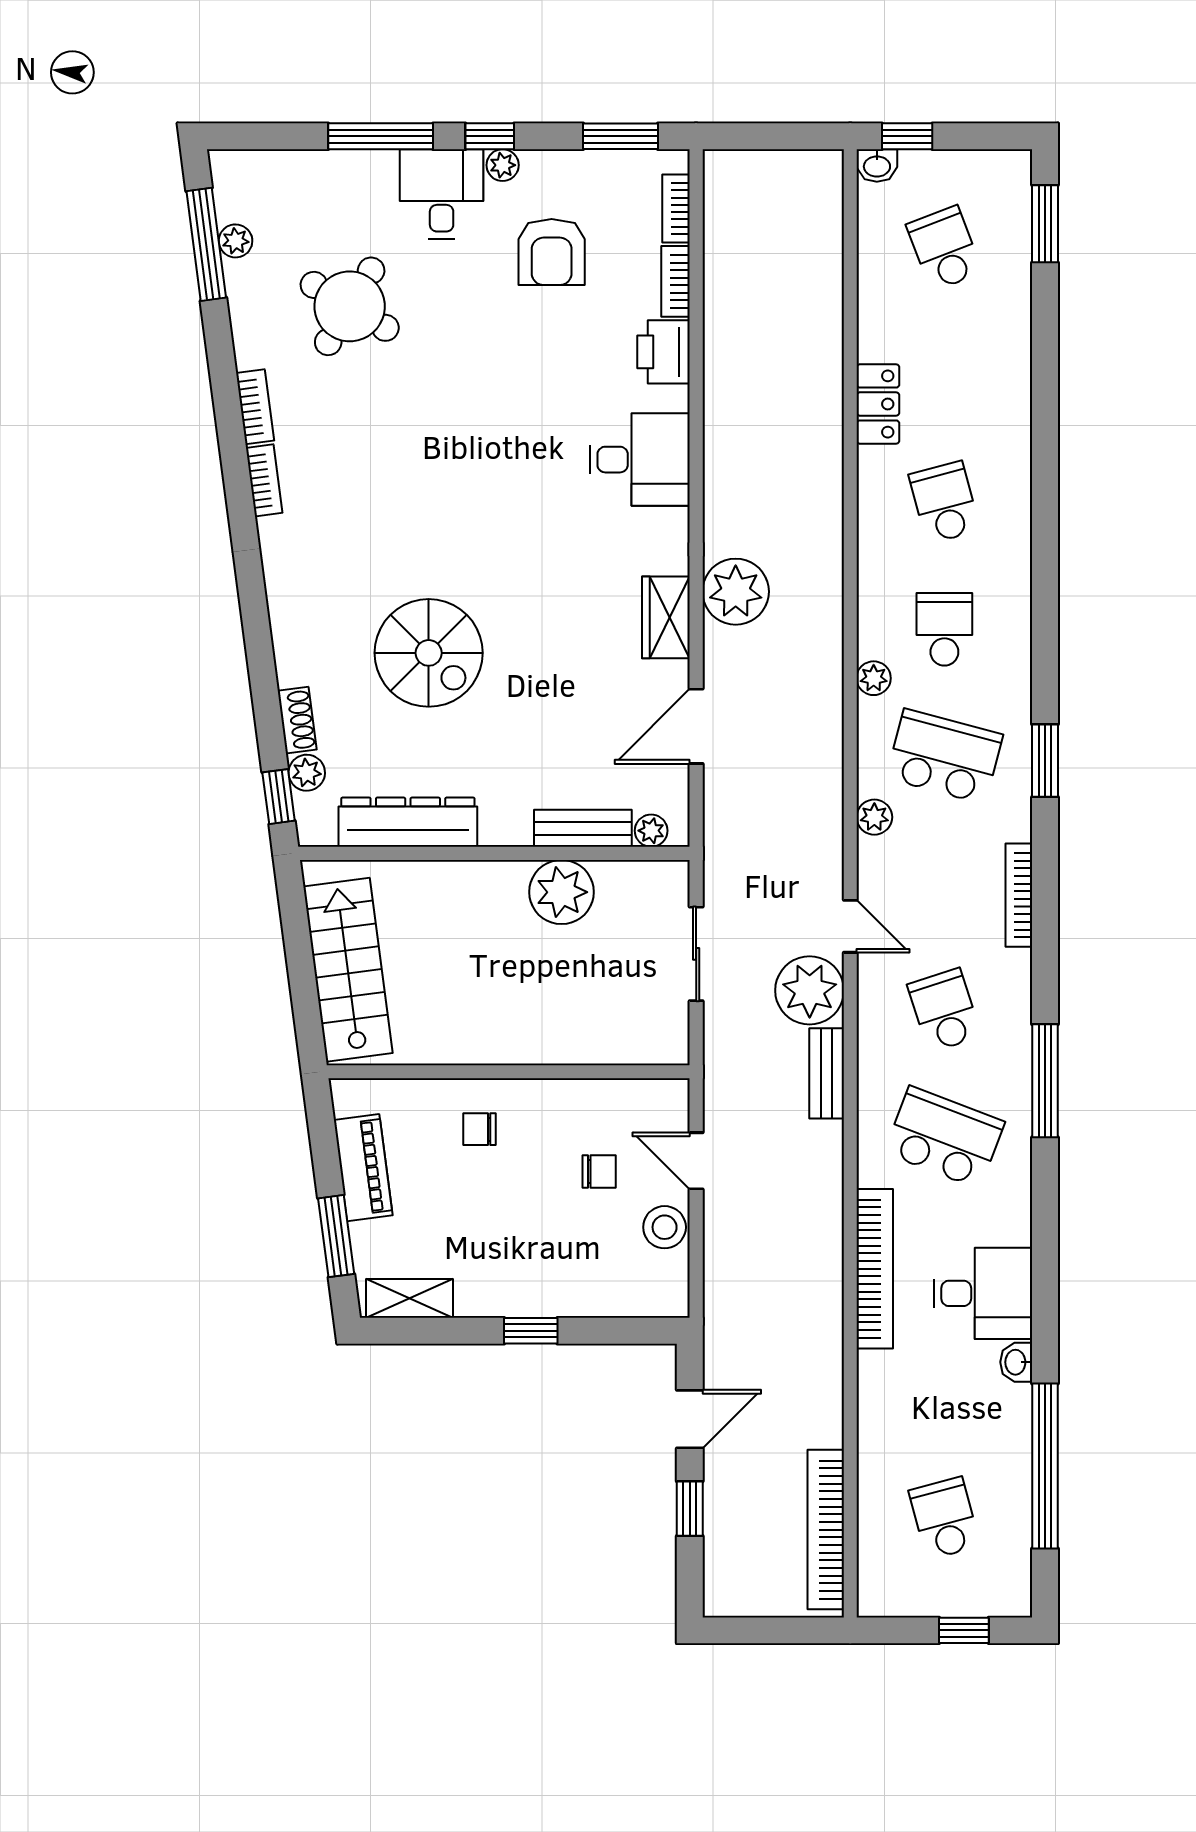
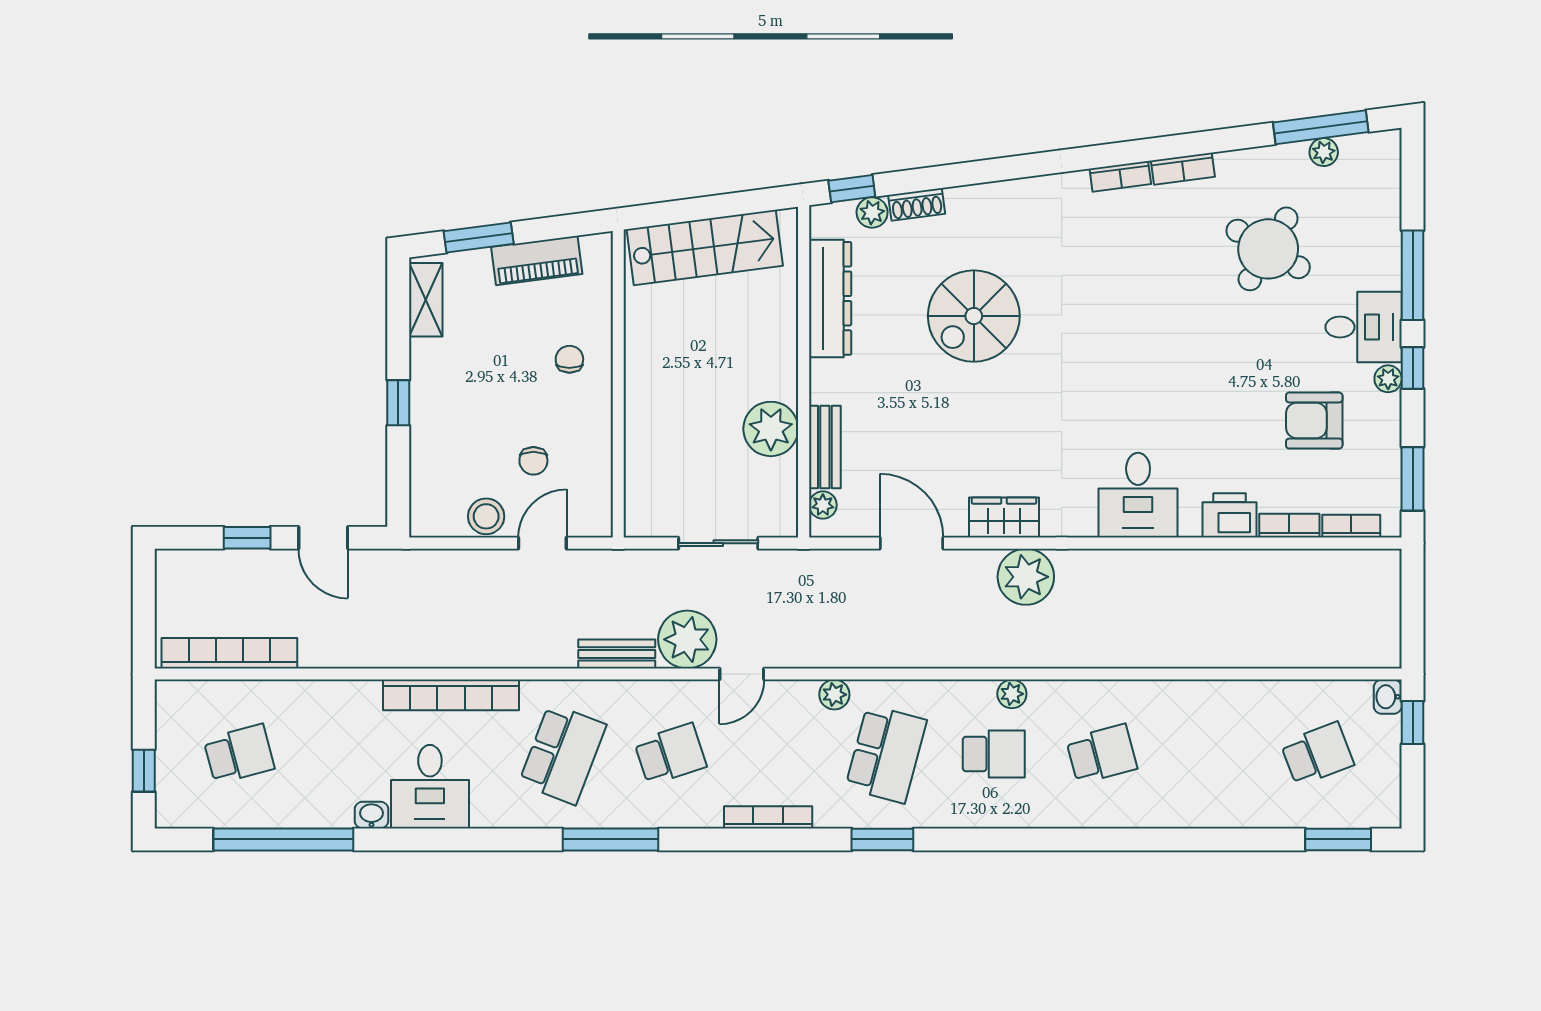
locker: (878, 404) -> (1185, 698), removed
plant: (874, 678) -> (1012, 694), moved

